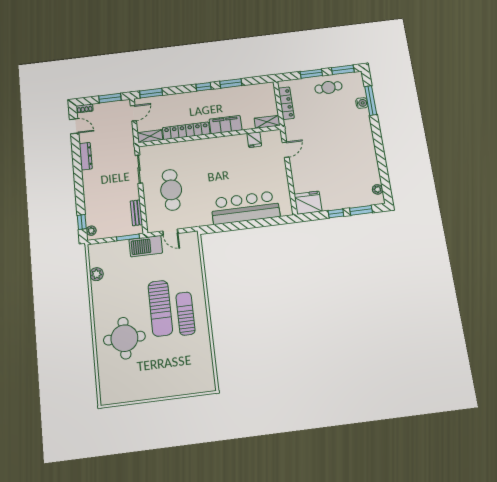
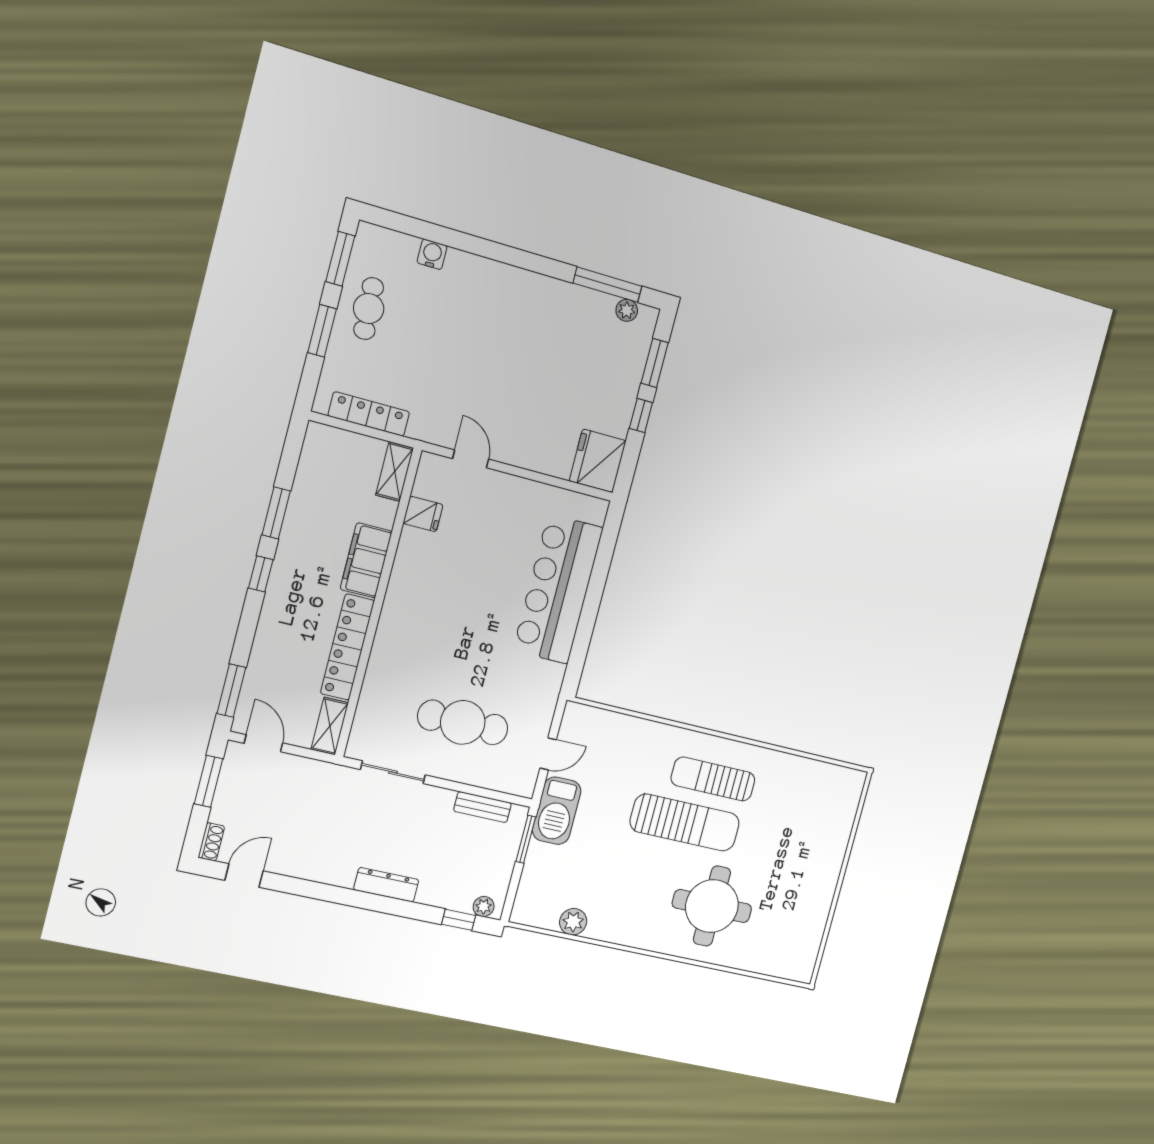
window: (371, 100) -> (607, 285), moved
dresser: (86, 156) -> (386, 885), moved

